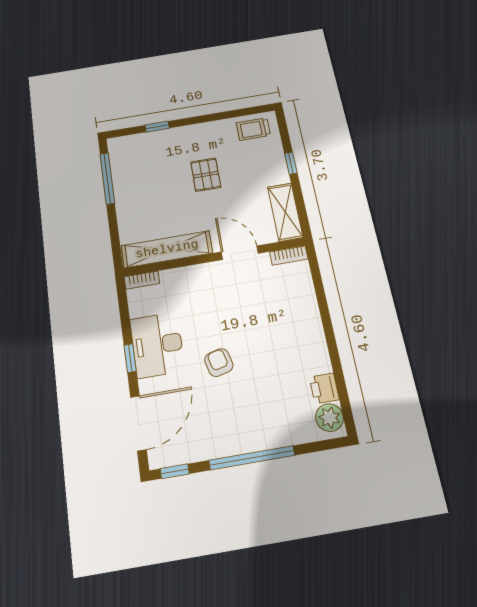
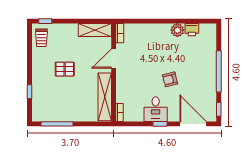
window: (291, 163) -> (45, 21), moved
desk: (157, 345) -> (156, 109), width x0.73
plant: (329, 418) -> (177, 30), moved

